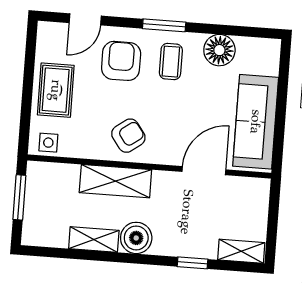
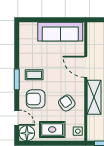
floor lamp: (219, 50) -> (27, 133), moved
armchair: (128, 136) -> (67, 103), moved
door: (204, 171) -> (86, 67), moved

